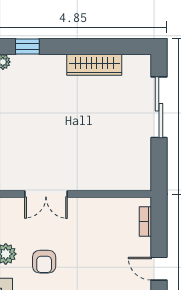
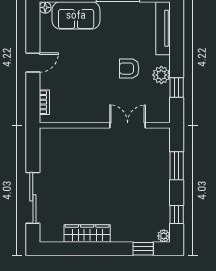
armchair: (44, 262) -> (129, 69), turned -90
door: (159, 269) -> (33, 63), hinge flipped

